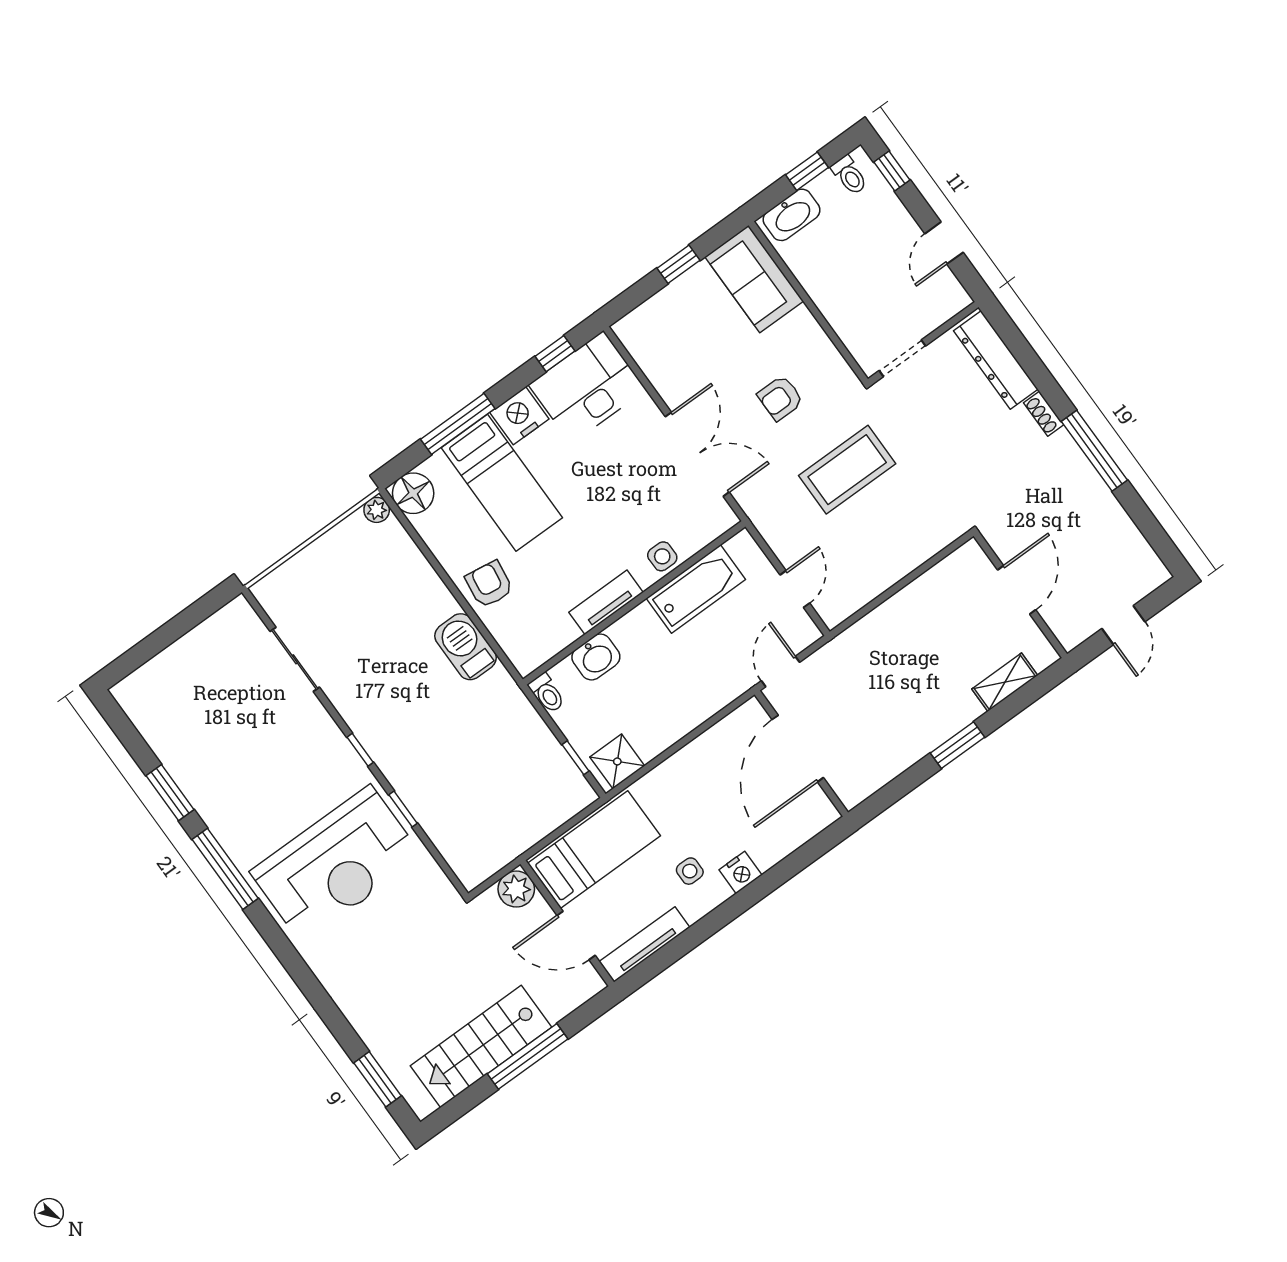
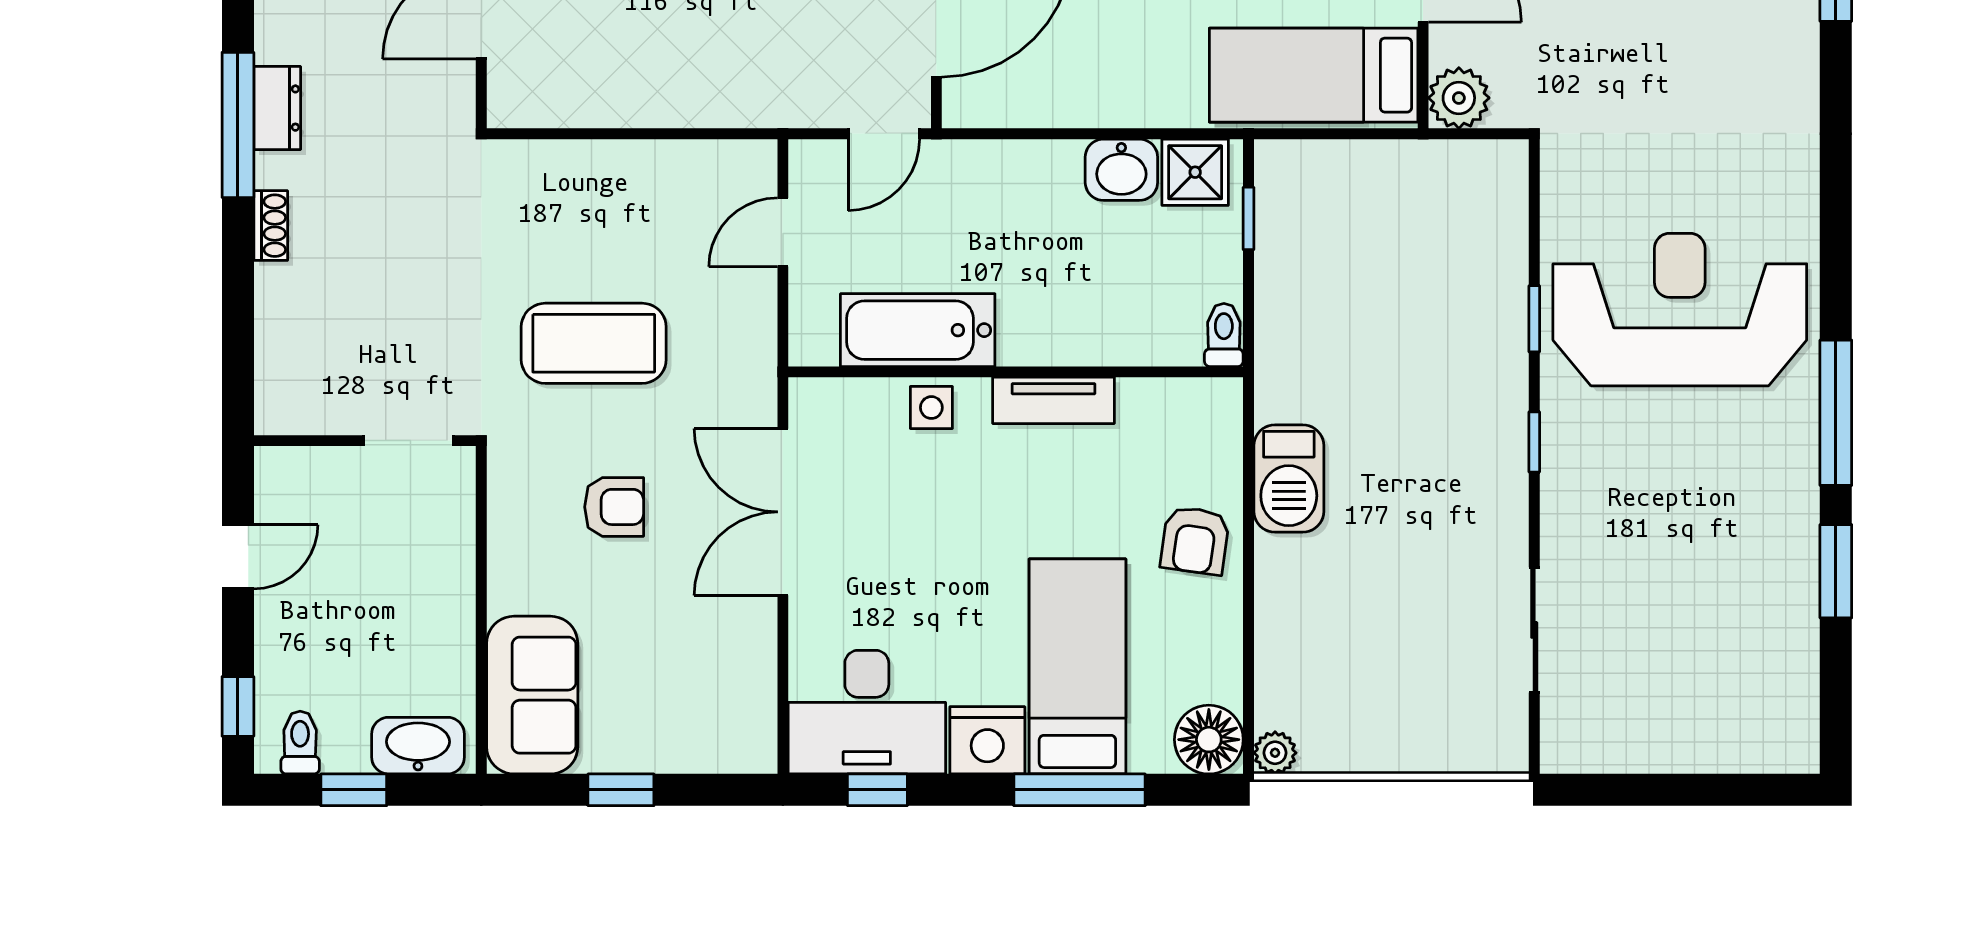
dresser: (996, 360) -> (277, 108), moved, width x0.51, depth x0.80
washbasin: (596, 657) -> (1121, 170), moved, turned 180

